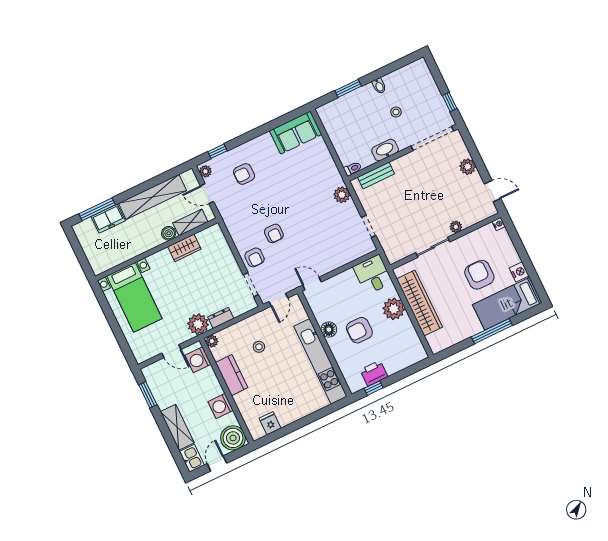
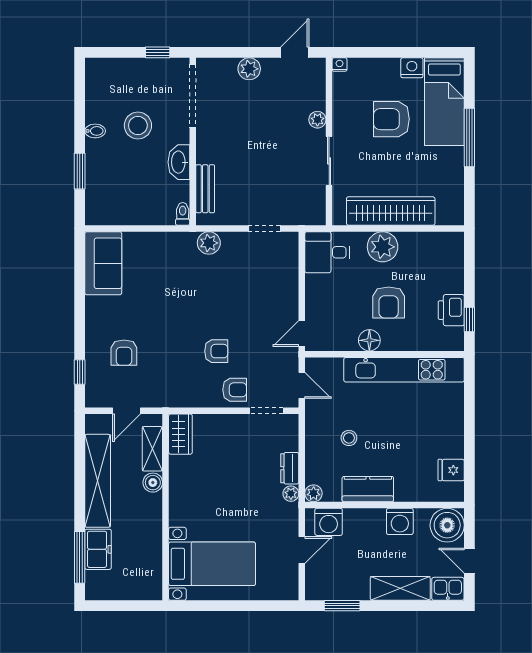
stool: (396, 112) -> (138, 125), width x1.89, depth x1.89
plant: (205, 171) -> (97, 399), removed
wardrobe: (184, 248) -> (180, 434), moved
plant: (198, 324) -> (291, 494), width x0.53, depth x0.53

